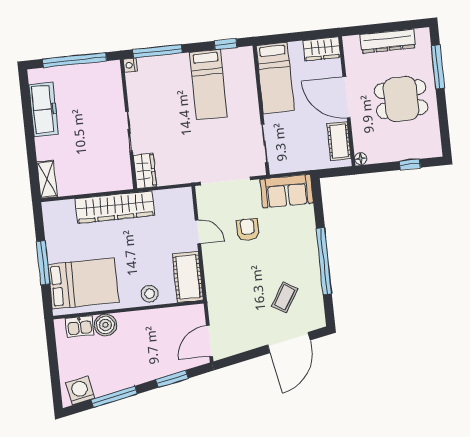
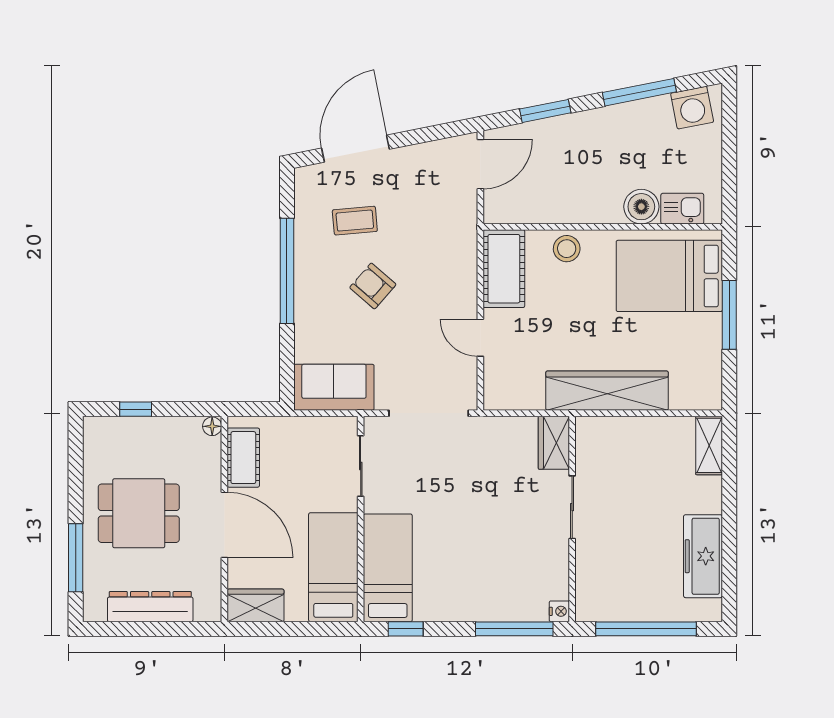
bed: (208, 85) -> (388, 568), moved
armchair: (248, 230) -> (373, 286), moved, turned 131
coffee table: (285, 297) -> (355, 221), turned 53

